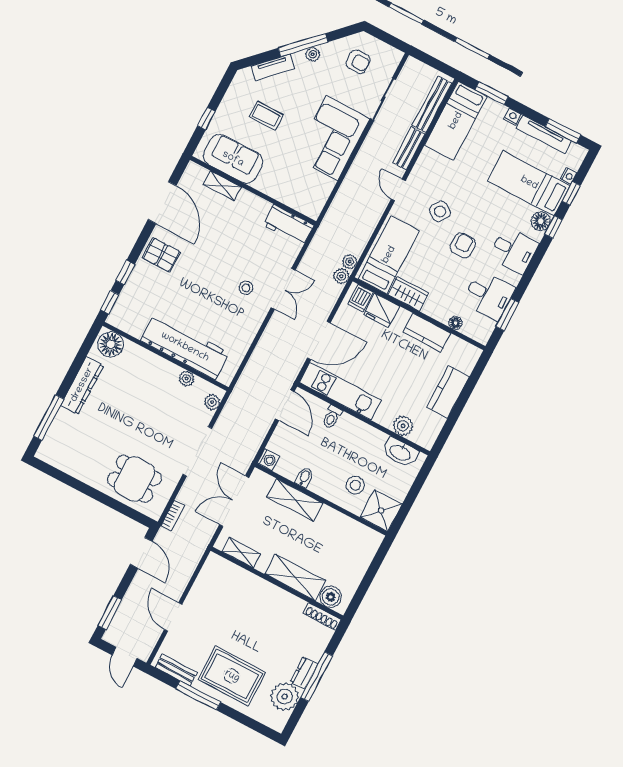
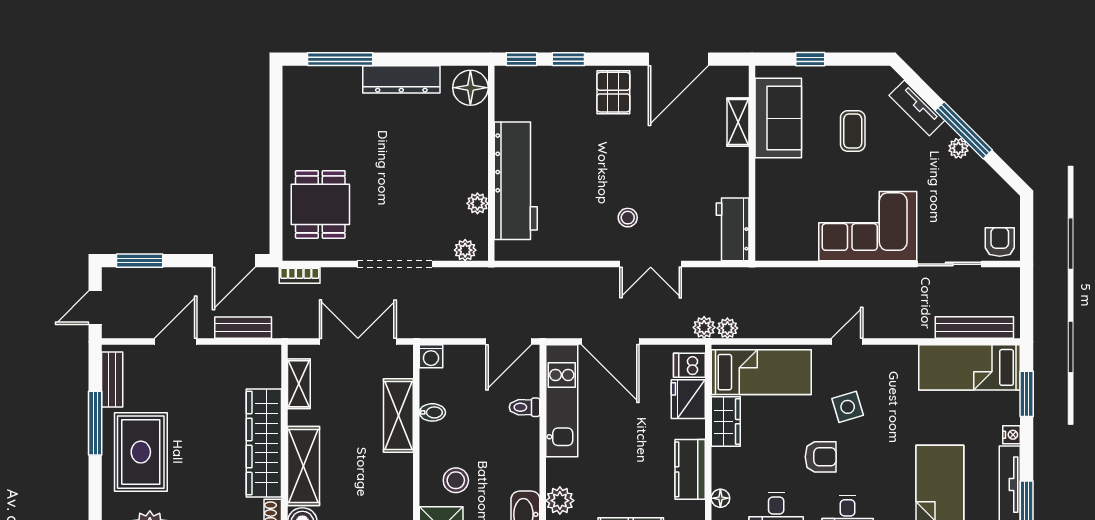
armchair: (358, 62) -> (1000, 242), moved, turned 180
bench: (409, 148) -> (243, 328), moved
side table: (440, 211) -> (848, 407), turned 38
wardrobe: (267, 595) -> (264, 443), added

